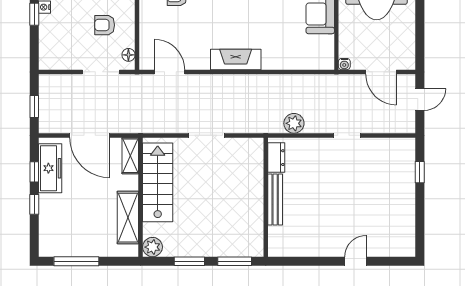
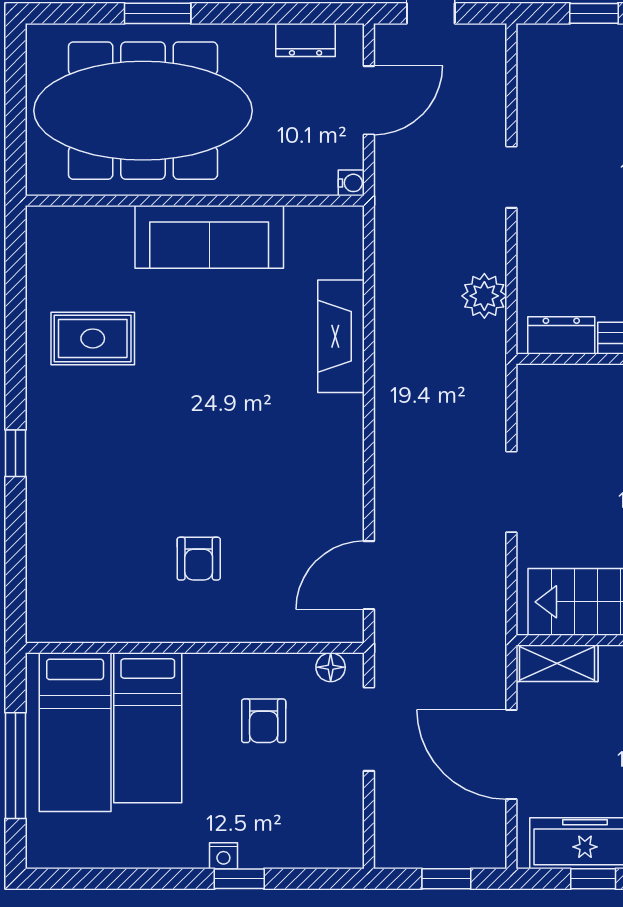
dresser: (408, 44) -> (306, 40), added
fireplace: (236, 59) -> (341, 336), moved
door: (90, 135) -> (511, 755), swing flipped

